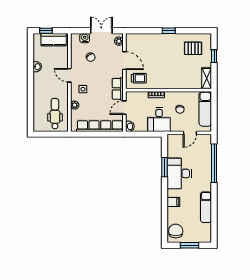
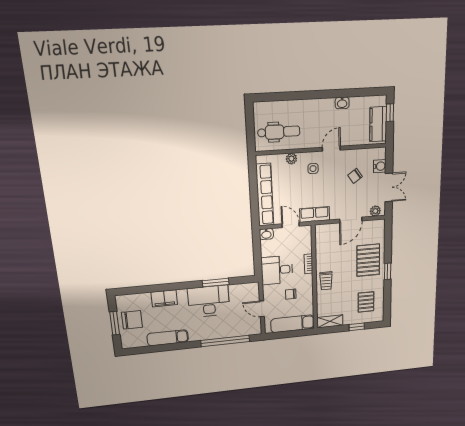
pallet: (158, 47) -> (368, 260), added
trolley: (139, 78) -> (326, 281), moved
filing cabinet: (173, 202) -> (164, 298), width x2.00
chair: (176, 231) -> (132, 320), moved

